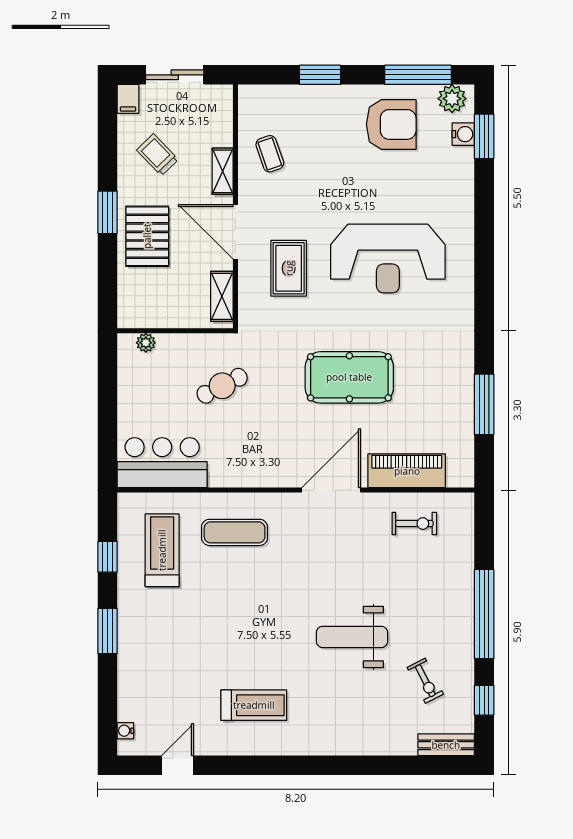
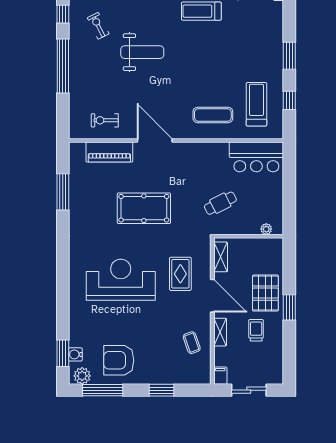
filing cabinet: (128, 99) -> (220, 376), moved
trolley: (157, 155) -> (256, 330), moved, turned -136
door: (331, 490) -> (155, 140), swing flipped
treadmill: (162, 550) -> (256, 104), turned 180

